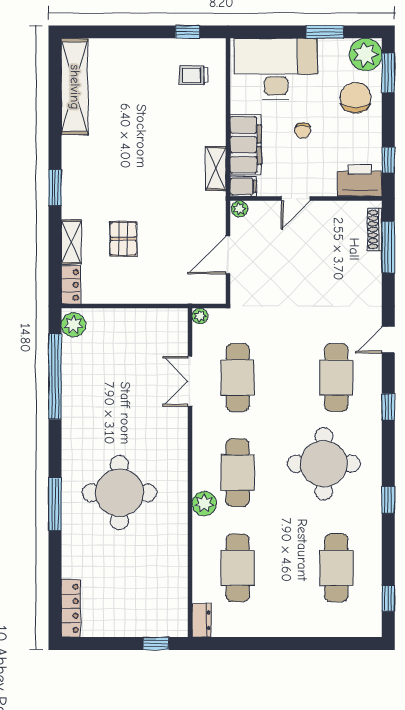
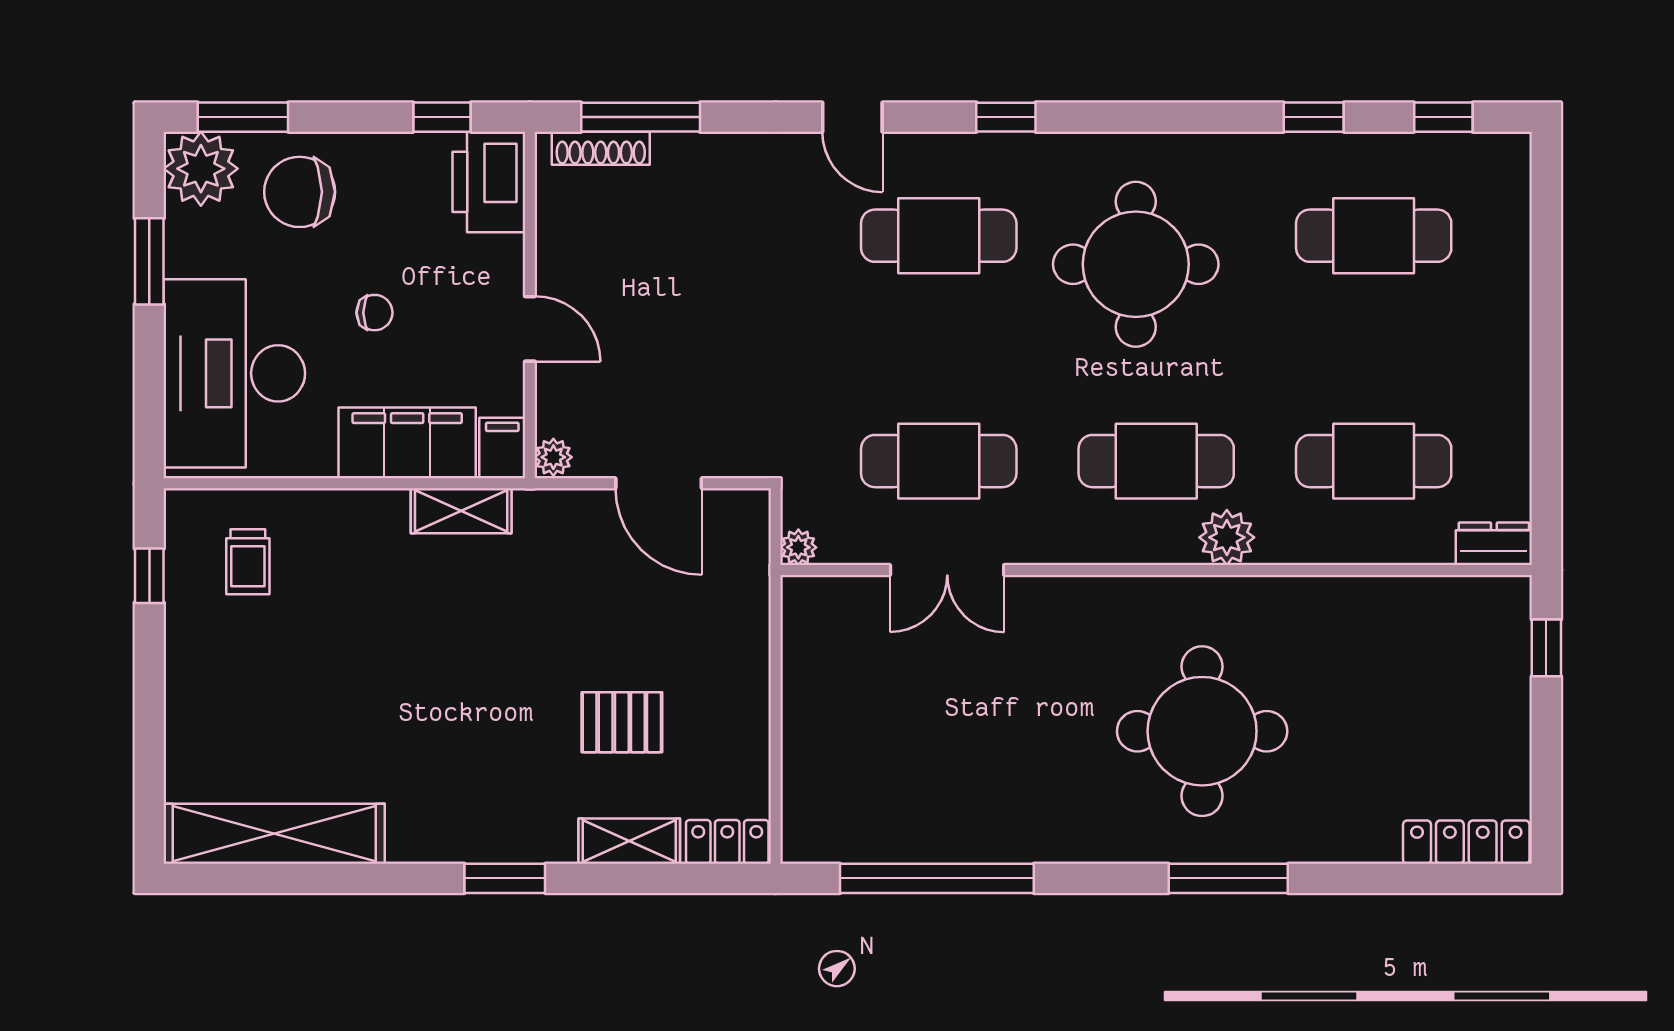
plant: (73, 325) -> (818, 836), removed
window: (388, 500) -> (1314, 117), moved

